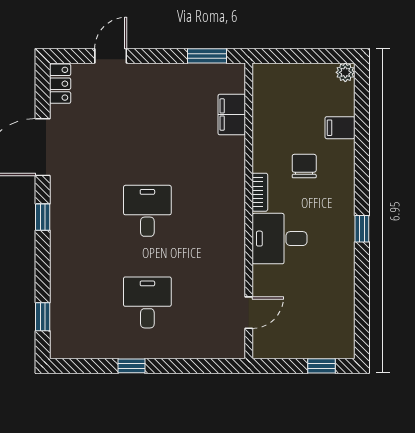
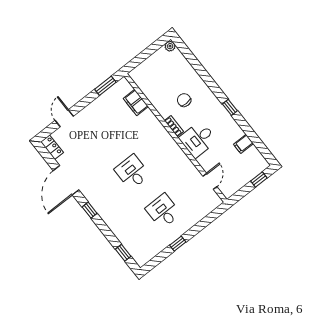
filing cabinet: (340, 128) -> (243, 144), moved

